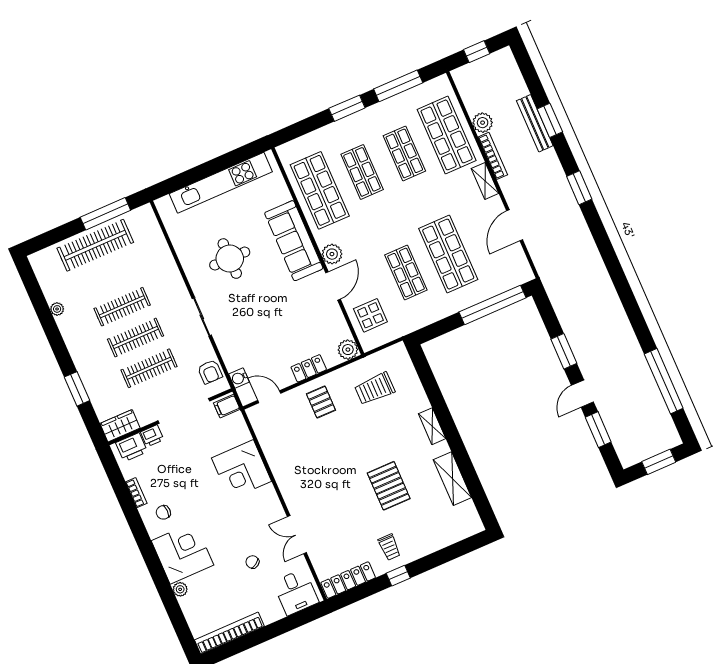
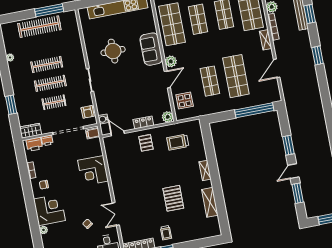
sofa: (294, 241) -> (151, 49), width x0.73
clothes rail: (149, 368) -> (54, 102), width x0.73

